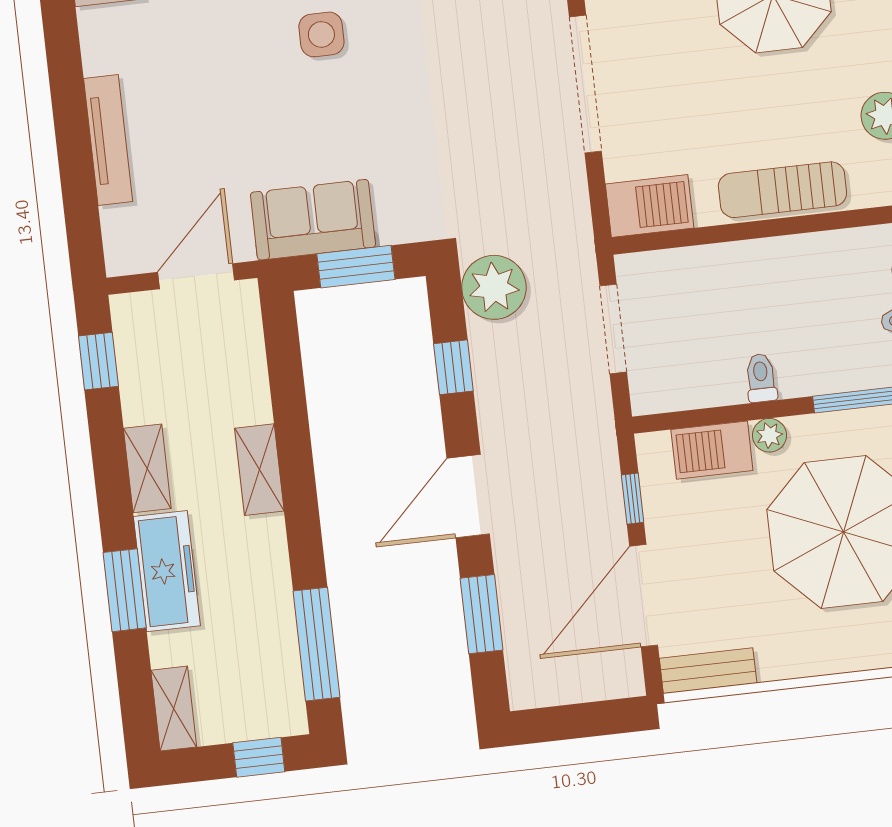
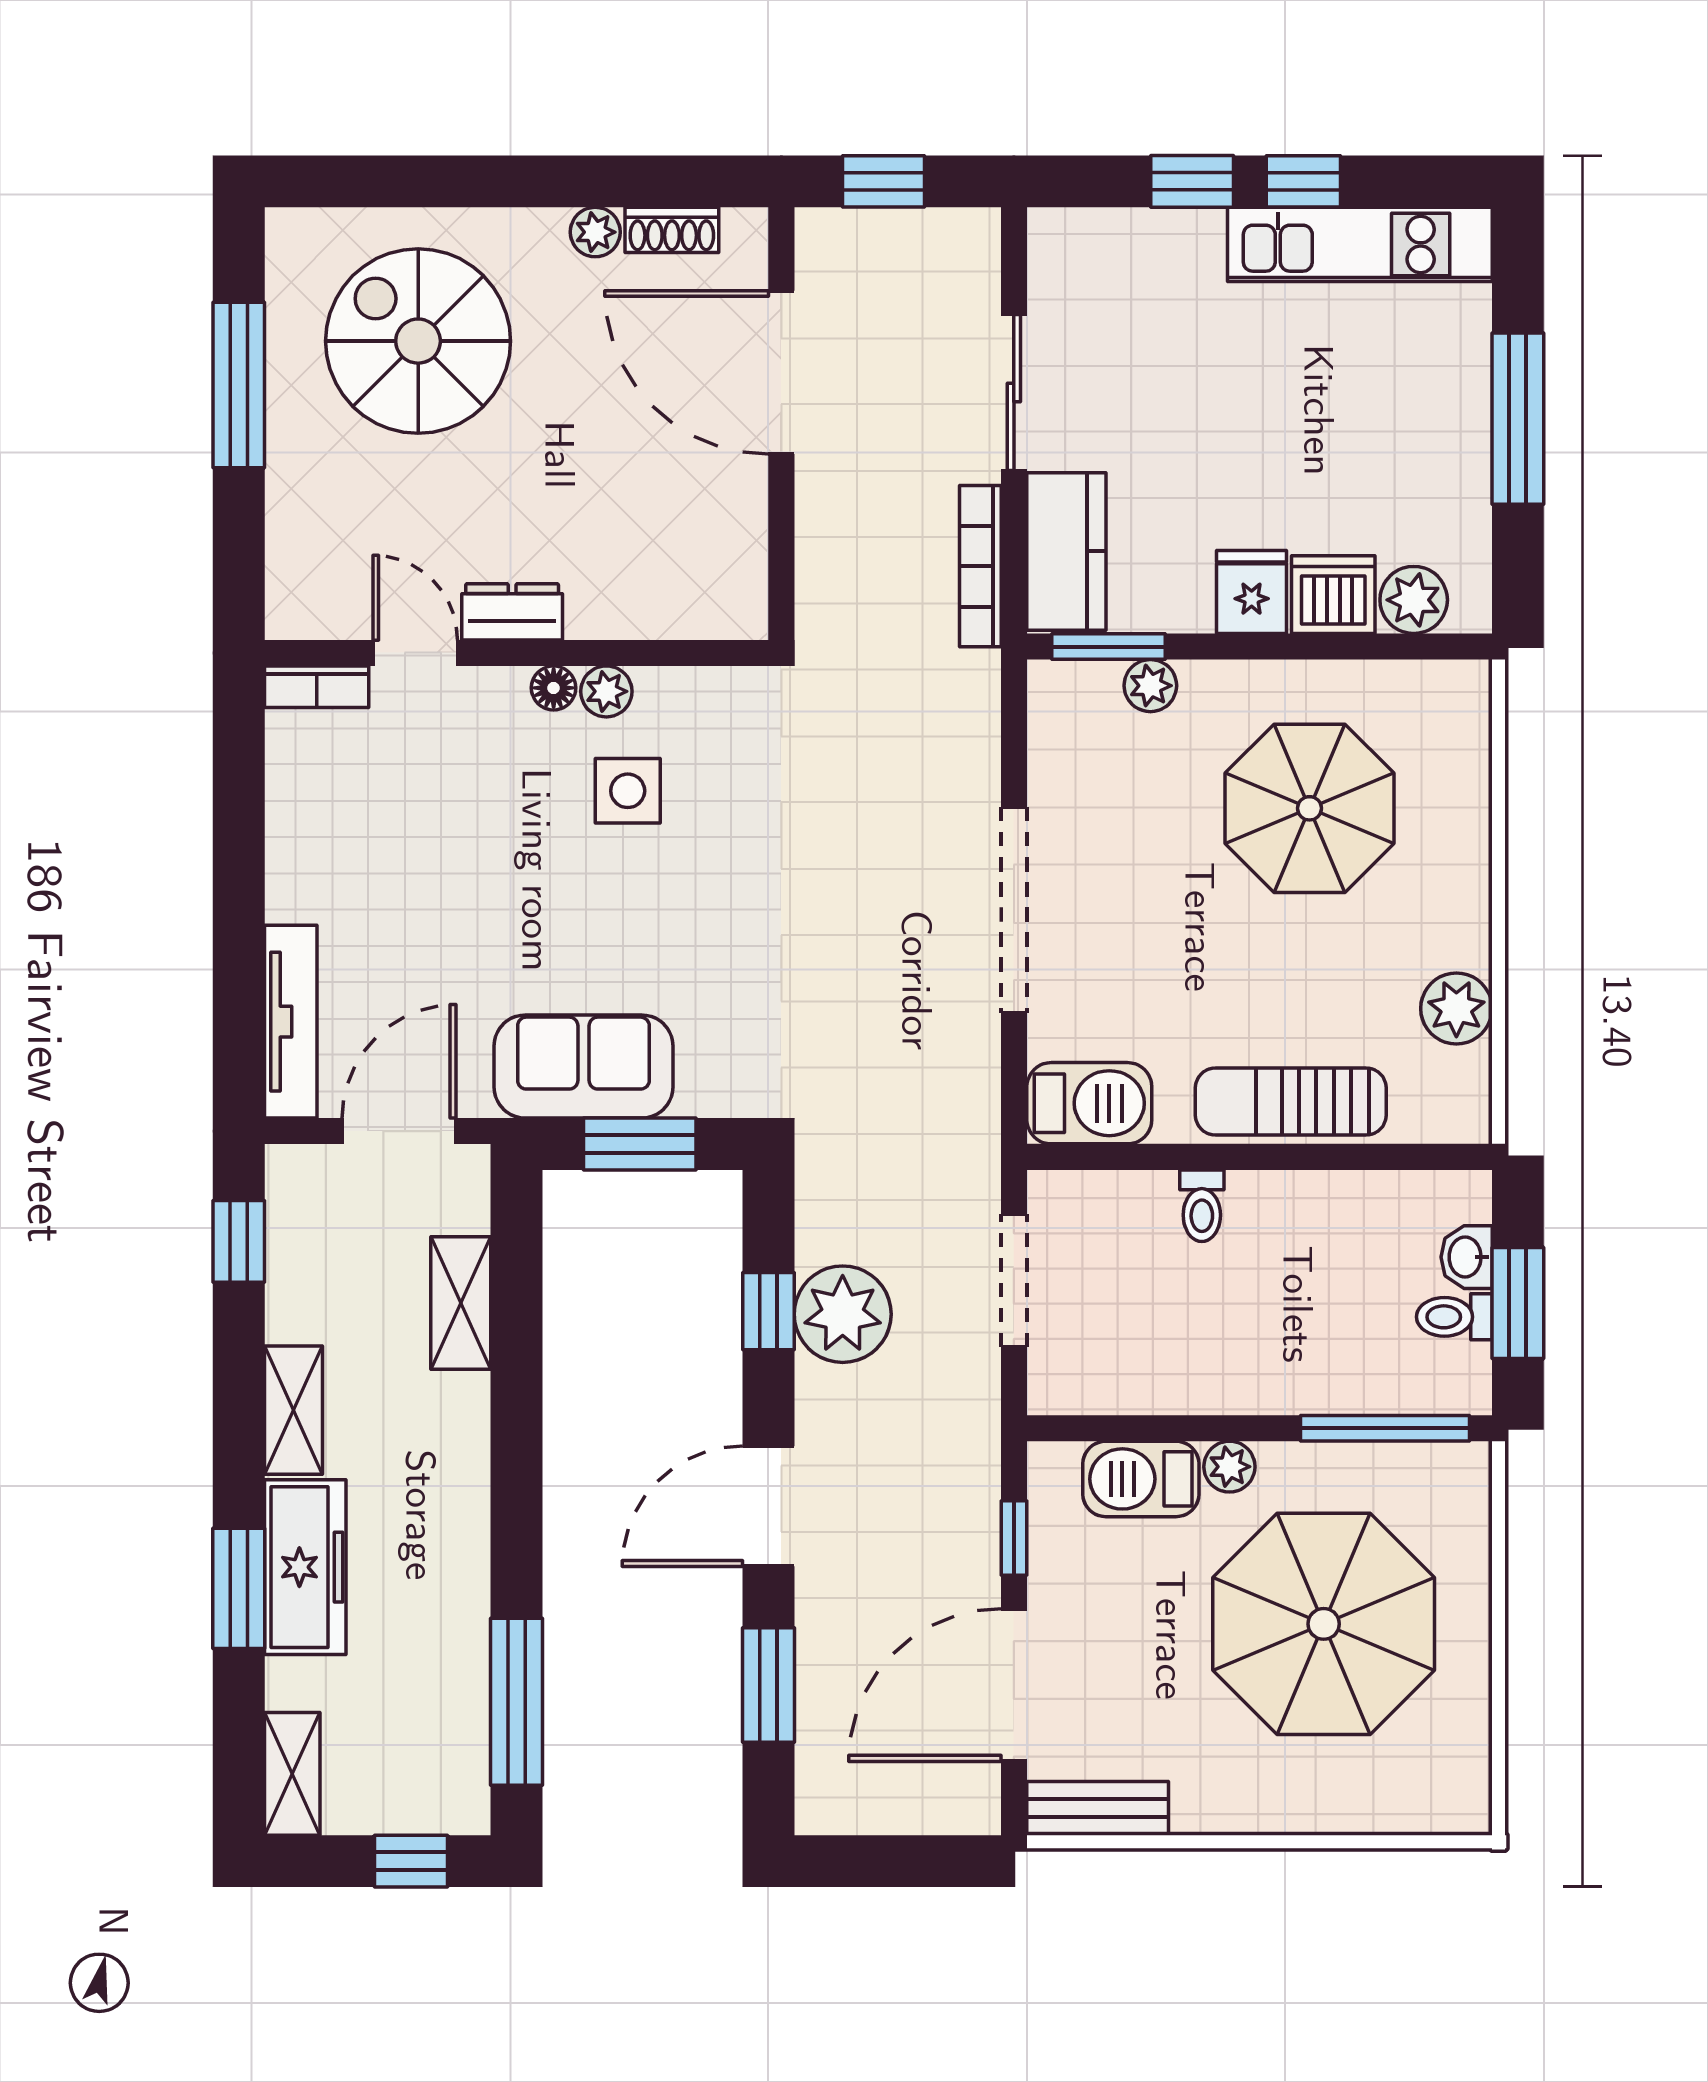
tv unit: (108, 140) -> (291, 1022), moved
plant: (494, 287) -> (843, 1314), moved
toilet: (761, 378) -> (1202, 1206), moved, turned 180
shelving: (259, 470) -> (461, 1303), moved

